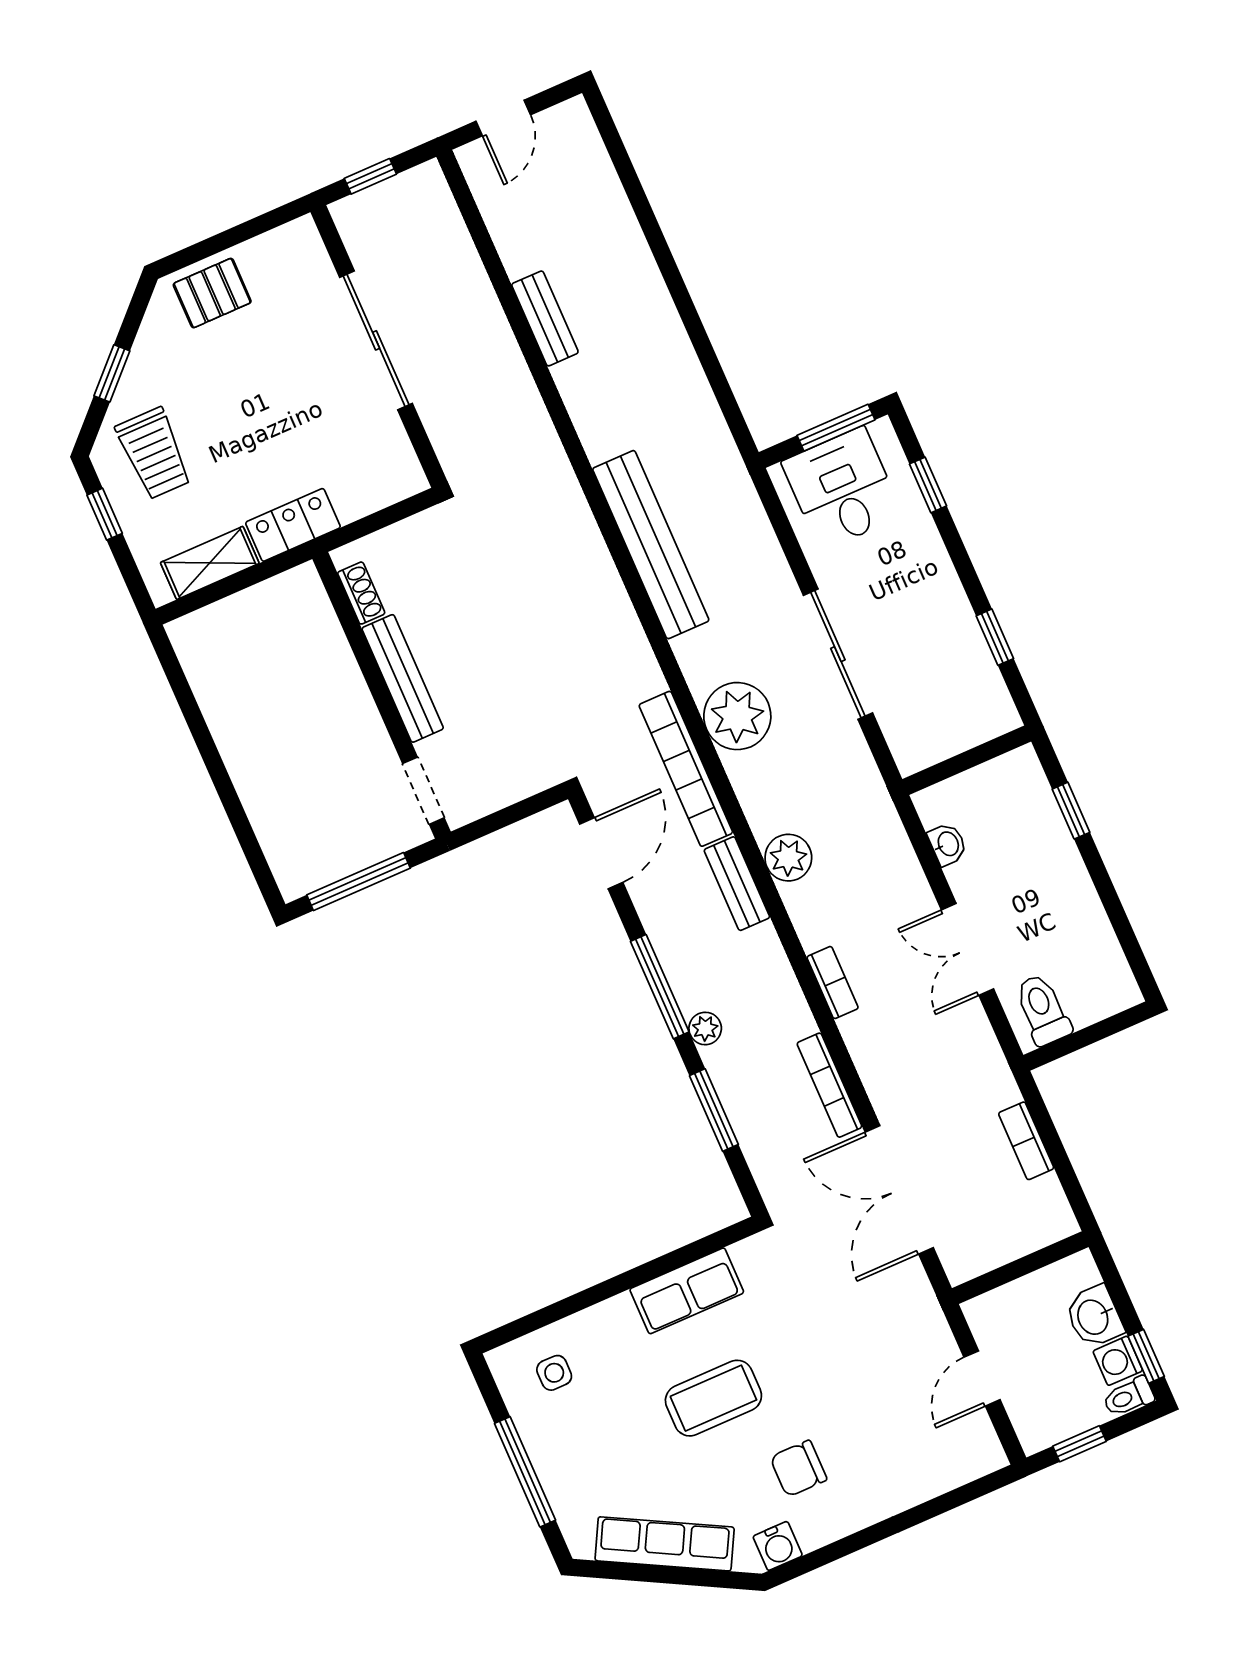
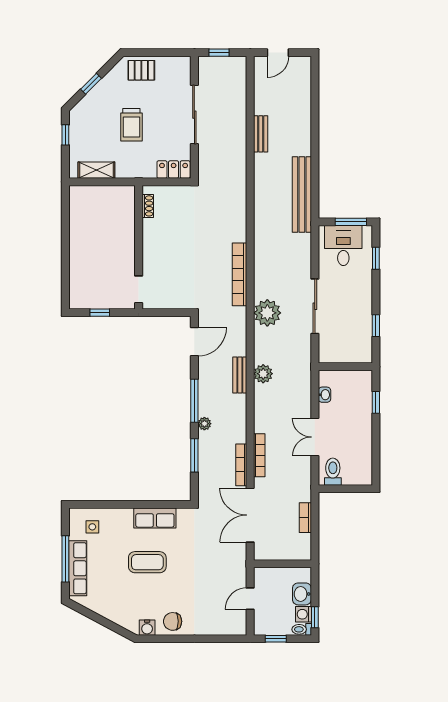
trolley: (154, 453) -> (131, 125), moved
locker: (293, 525) -> (174, 170), moved
bench: (651, 545) -> (302, 195), moved
bench: (403, 678) -> (149, 244), removed
bookcase: (686, 769) -> (240, 274), moved
window: (358, 882) -> (100, 313), width x0.46
bookcase: (833, 982) -> (259, 455), moved, width x1.56
chair: (798, 1469) -> (173, 621), moved
row of seats: (665, 1544) -> (78, 568), moved, turned 62

